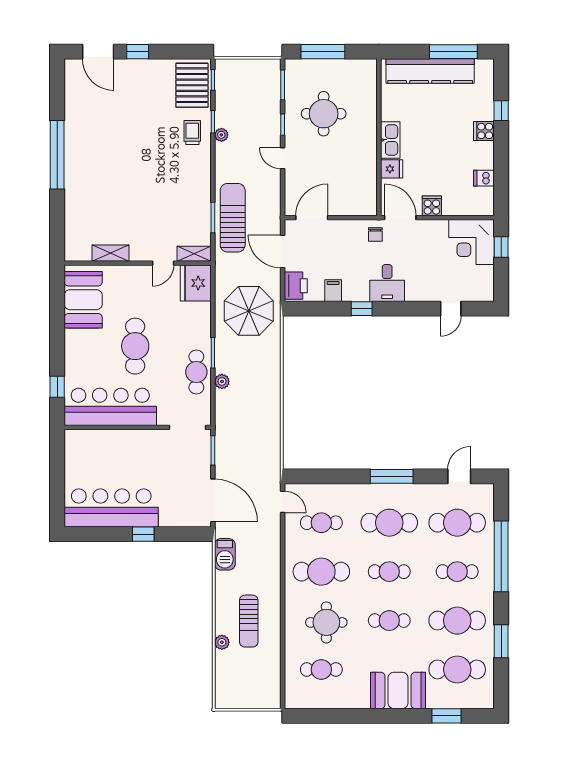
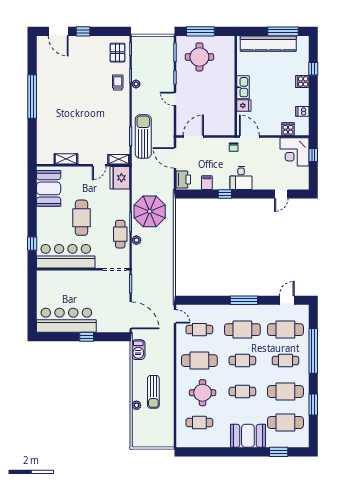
pallet: (192, 85) -> (117, 53), width x0.67, depth x0.71
round table: (324, 114) -> (199, 57), moved
cooker: (432, 206) -> (288, 129), moved
parasol: (249, 311) -> (150, 211), moved

